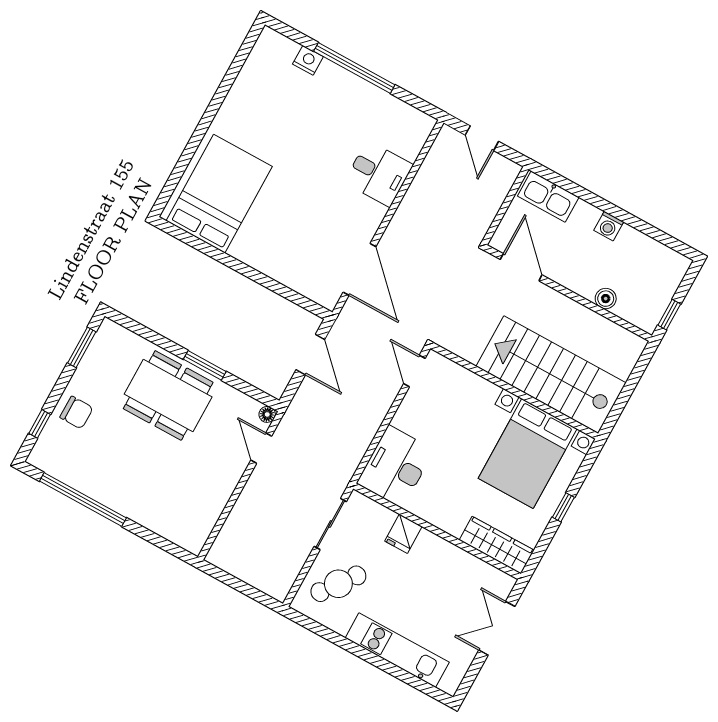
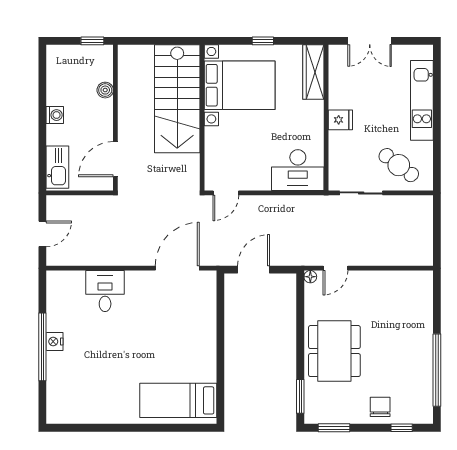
nightstand: (308, 60) -> (55, 342), moved
bed: (219, 194) -> (178, 400), width x0.67
window: (205, 365) -> (300, 396), moved
fridge: (403, 534) -> (340, 120), moved

